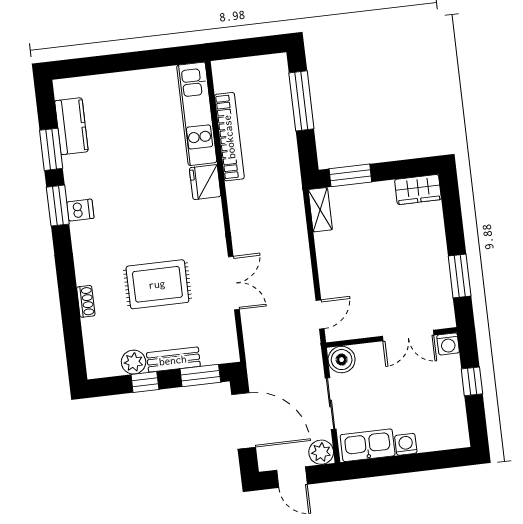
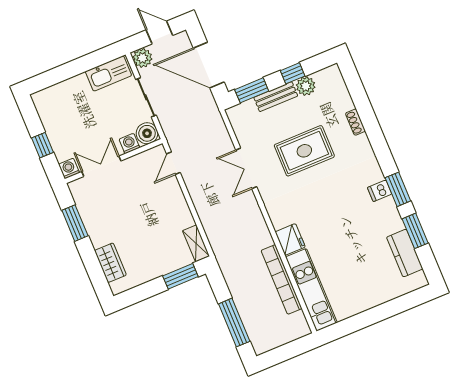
wardrobe: (418, 190) -> (110, 263), moved, turned 90
washing machine: (406, 444) -> (129, 143), moved, turned 180

